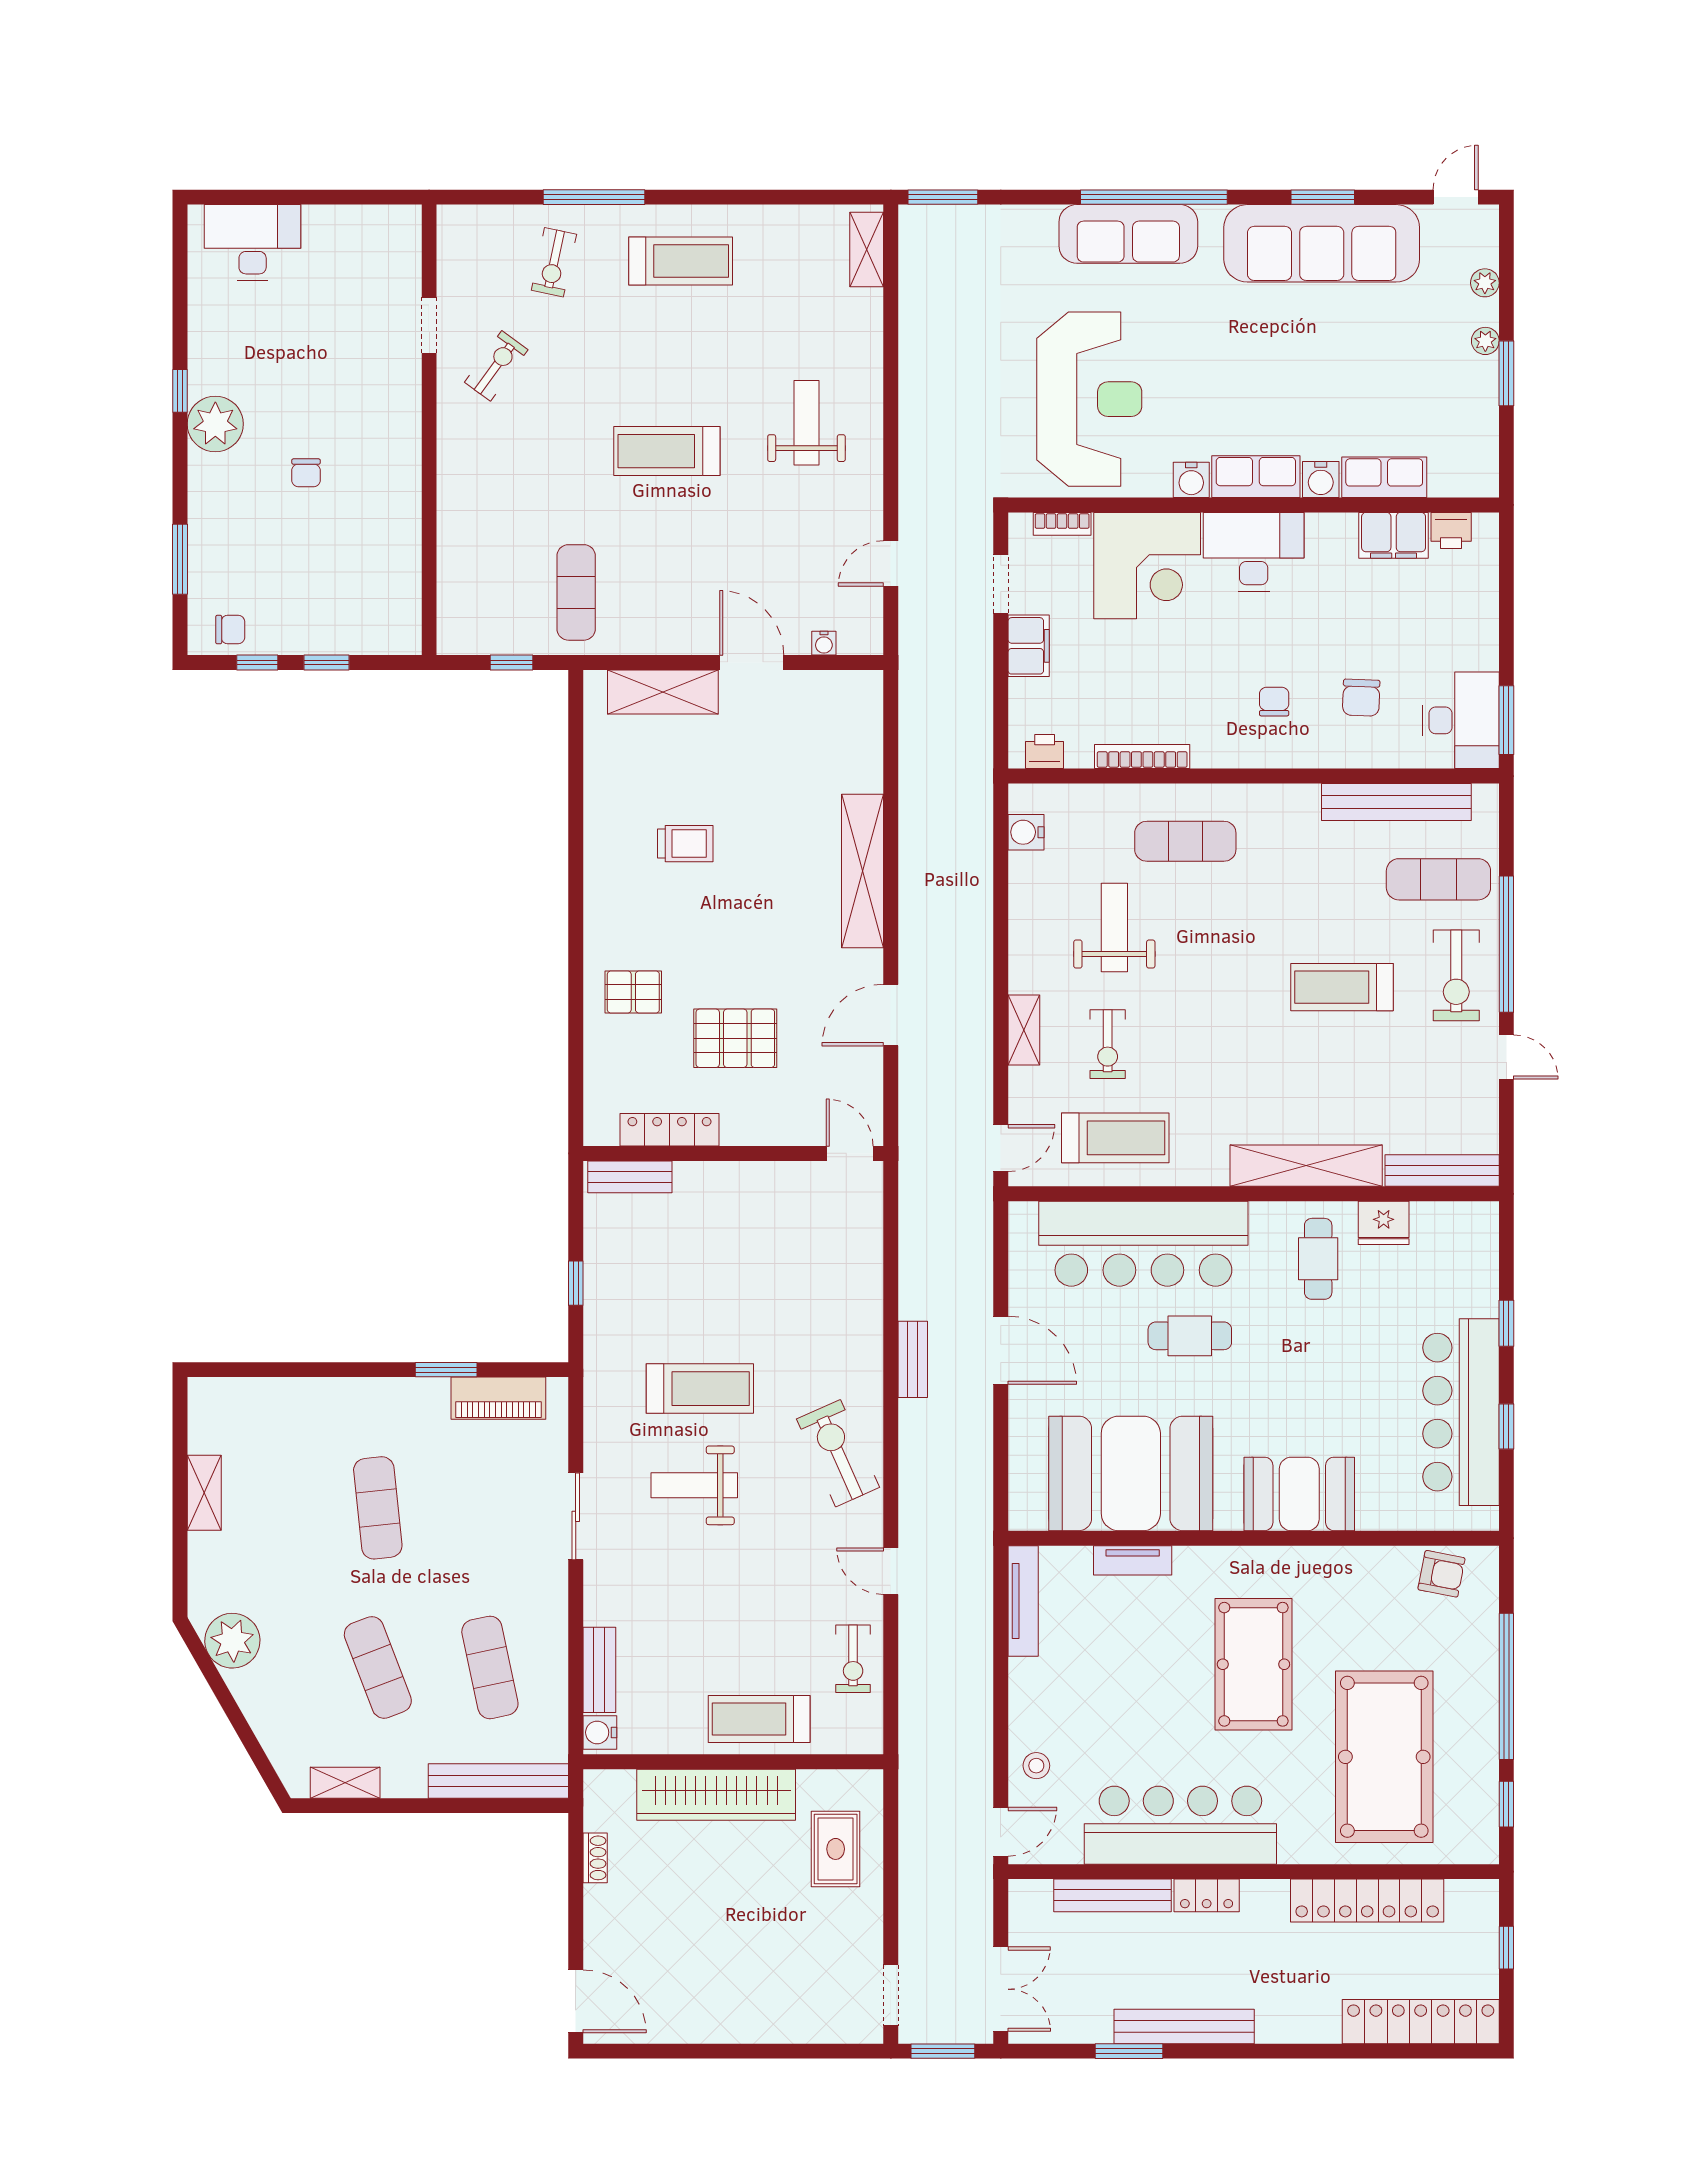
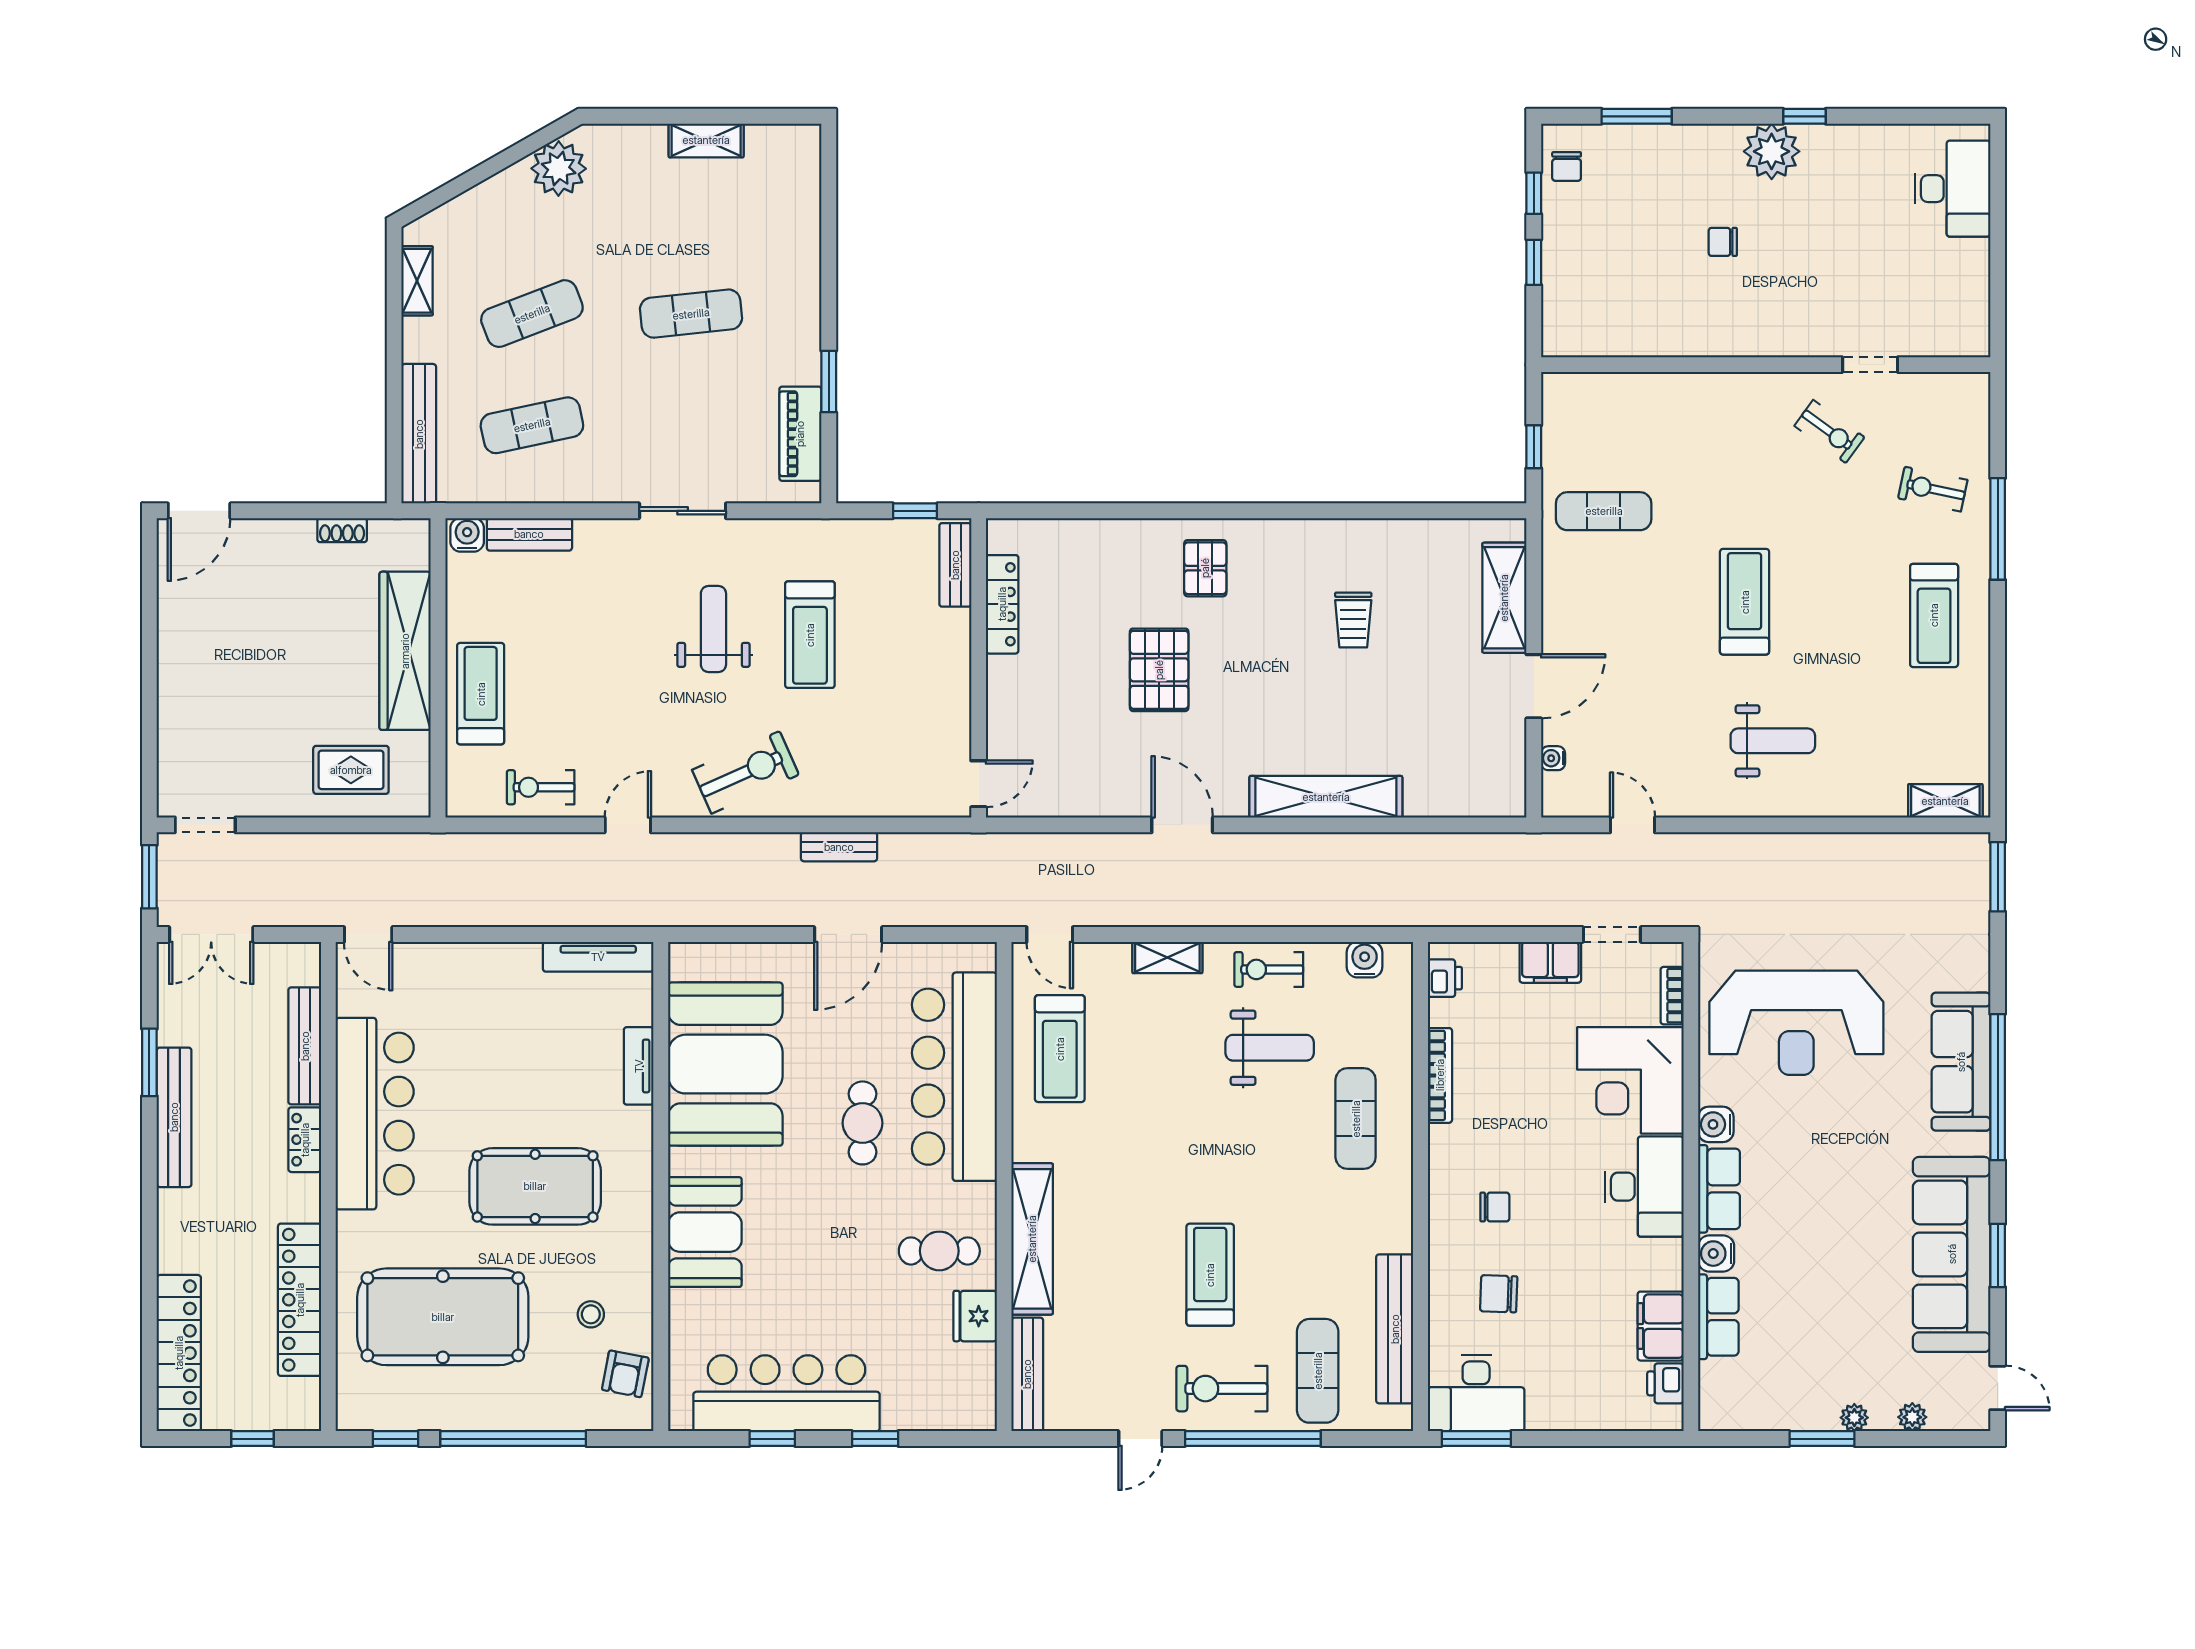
exercise bike: (1108, 1044) -> (1269, 969), moved
locker: (669, 1130) -> (1002, 604), moved
wall: (733, 1153) -> (979, 668), moved
door: (850, 1153) -> (979, 784), moved
bench: (630, 1177) -> (955, 565), moved
stool: (1036, 1766) -> (591, 1314), moved

